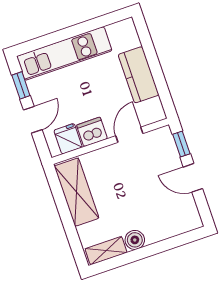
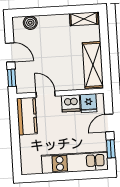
kitchen counter: (138, 75) -> (27, 116), moved
door: (129, 135) -> (46, 94), swing flipped
boiler: (135, 240) -> (30, 23), moved

